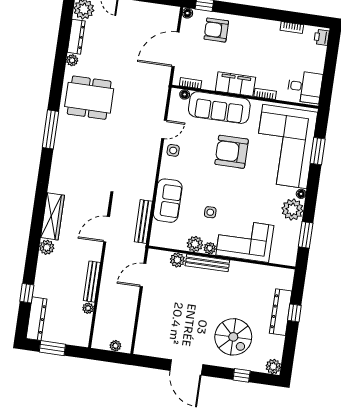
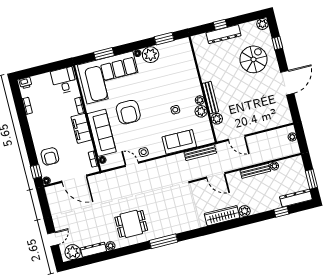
dining table: (89, 98) -> (131, 224), width x0.73
corner sofa: (245, 240) -> (185, 78), removed

